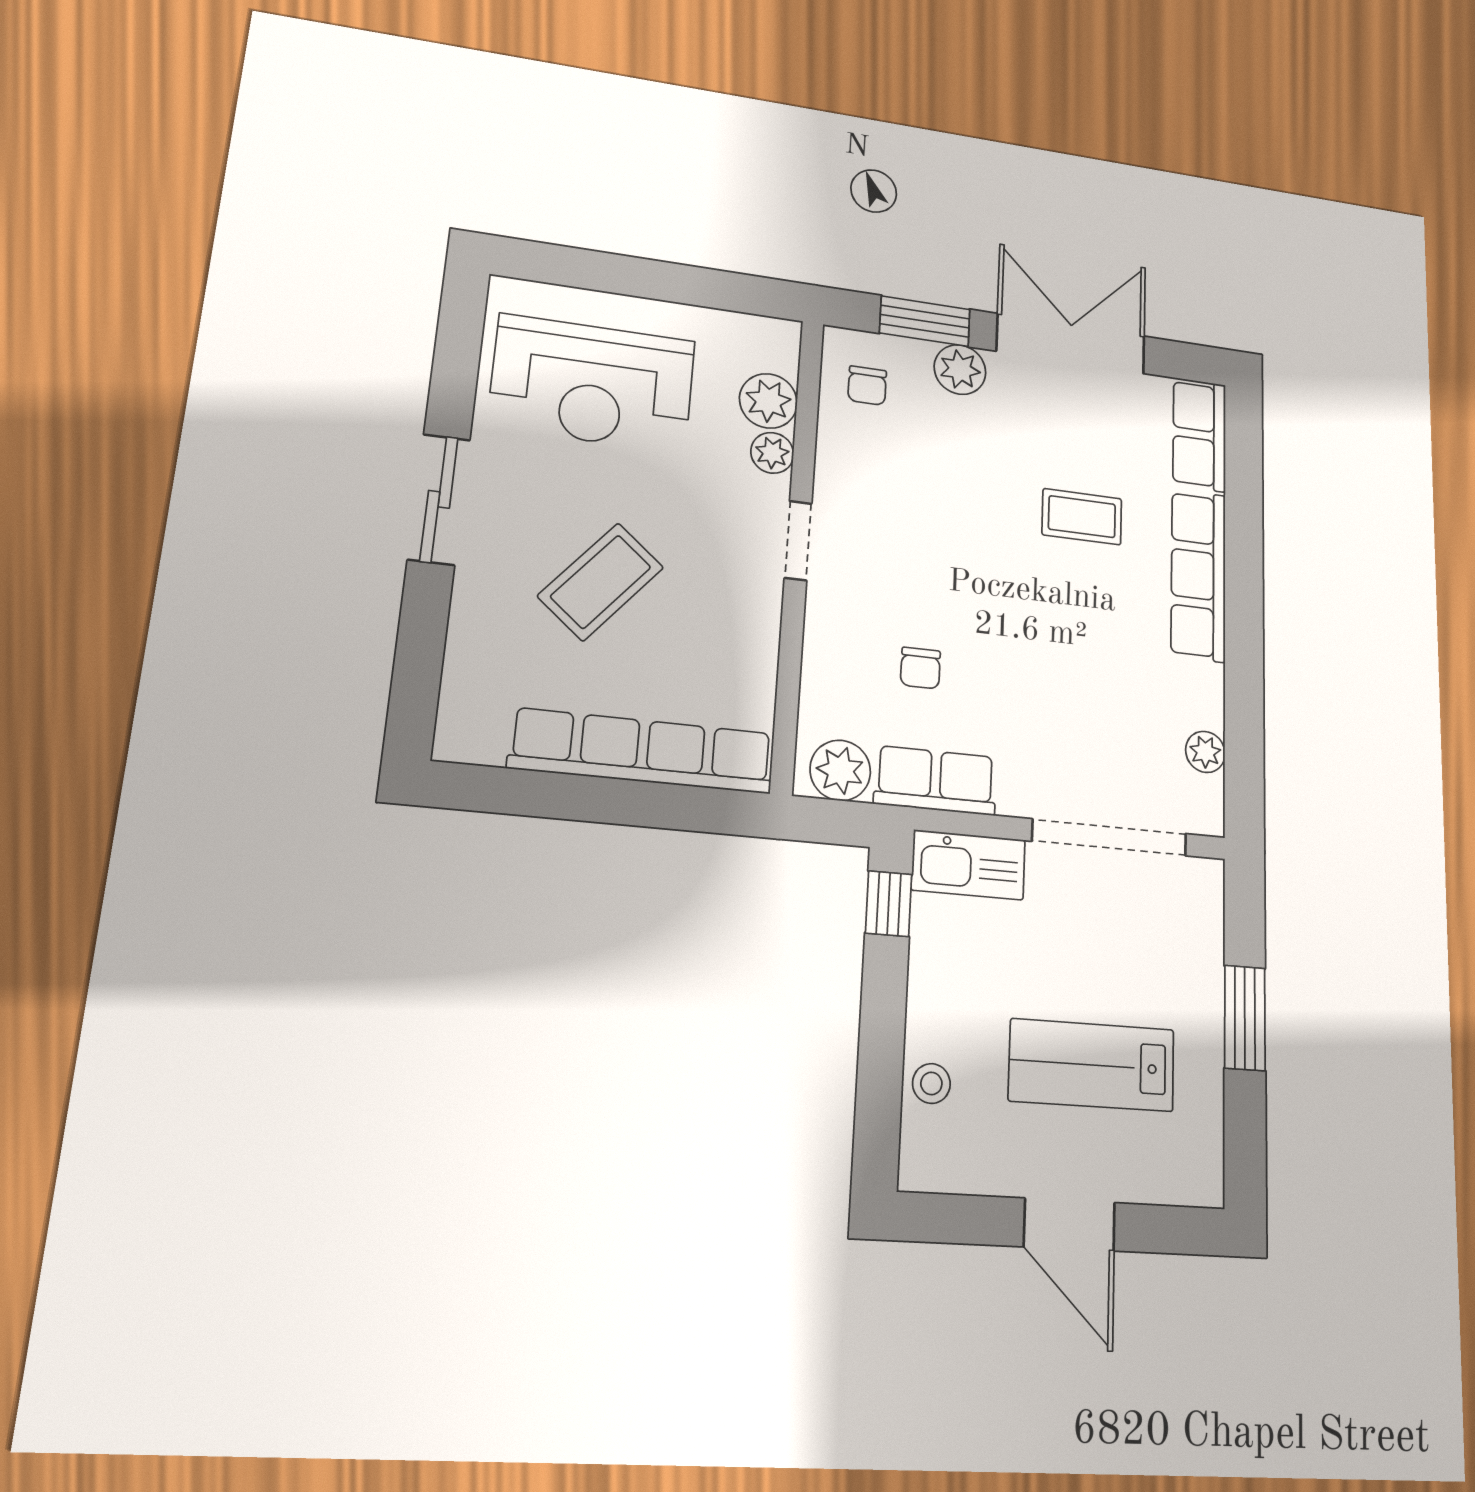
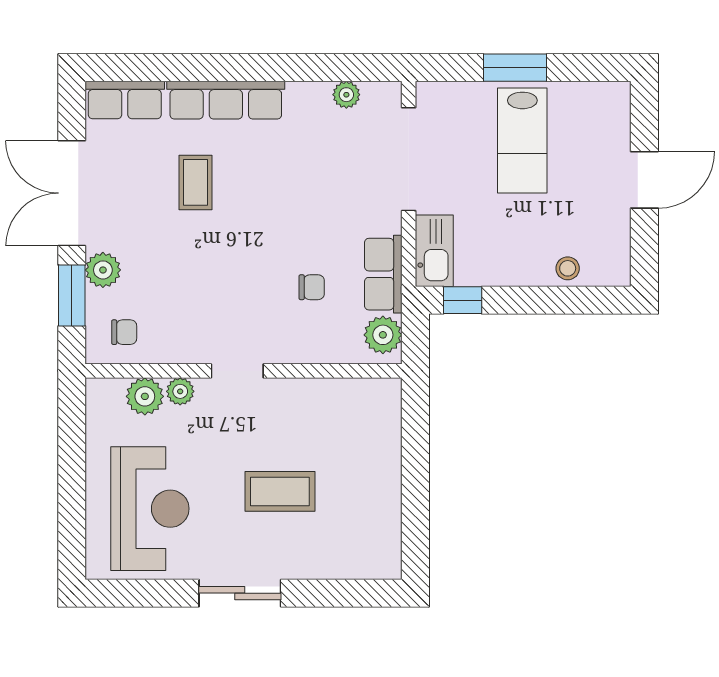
coffee table: (601, 582) -> (280, 491), turned -40
row of seats: (642, 751) -> (383, 457), removed
lab bench: (1092, 1065) -> (522, 140), moved

